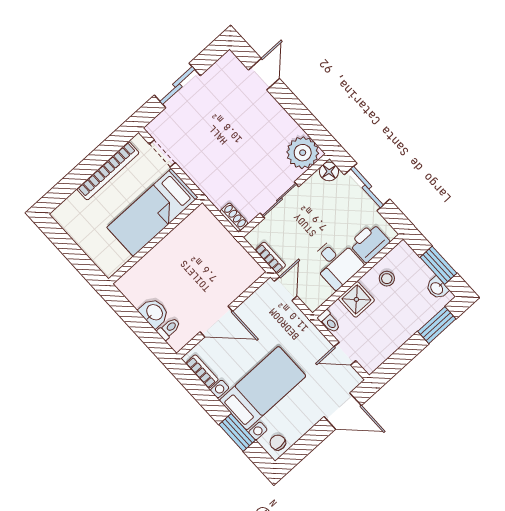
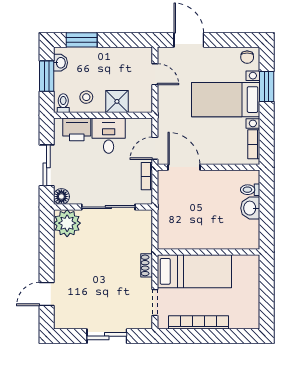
sliding door: (279, 200) -> (108, 207), width x1.37
shoe rack: (234, 217) -> (147, 265), moved
door: (216, 322) -> (184, 167), moved
toilet: (329, 322) -> (63, 103), moved

